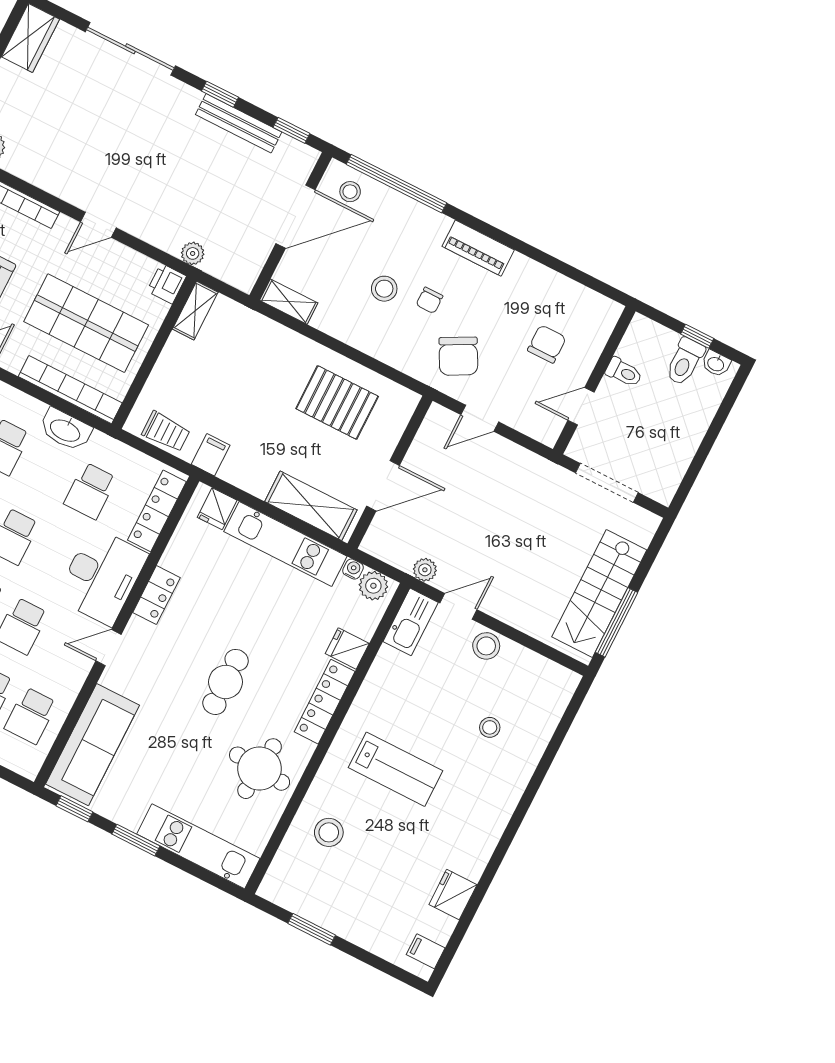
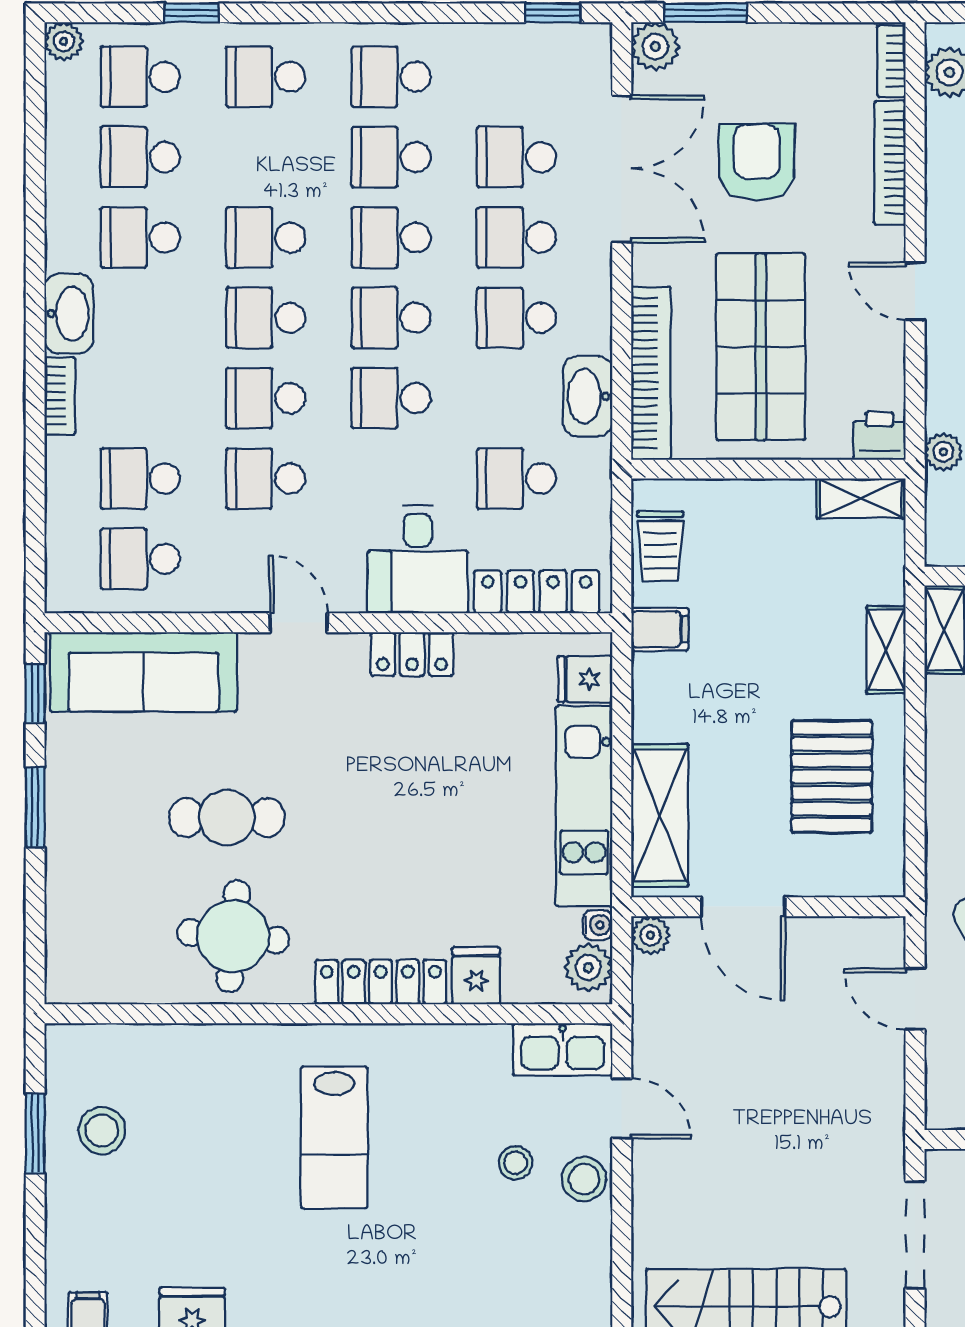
shelving: (284, 338) -> (886, 650), added
plant: (425, 570) -> (650, 935), moved
desk: (102, 576) -> (418, 559), width x0.73
cafe table: (225, 682) -> (227, 818), moved
stool: (490, 727) -> (515, 1163), moved
stool: (329, 832) -> (102, 1130), moved
kitchen unit: (198, 846) -> (73, 904), removed

